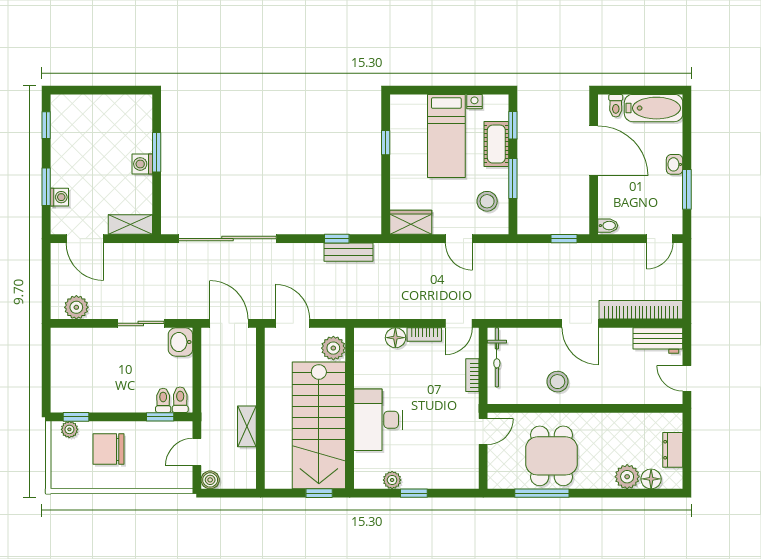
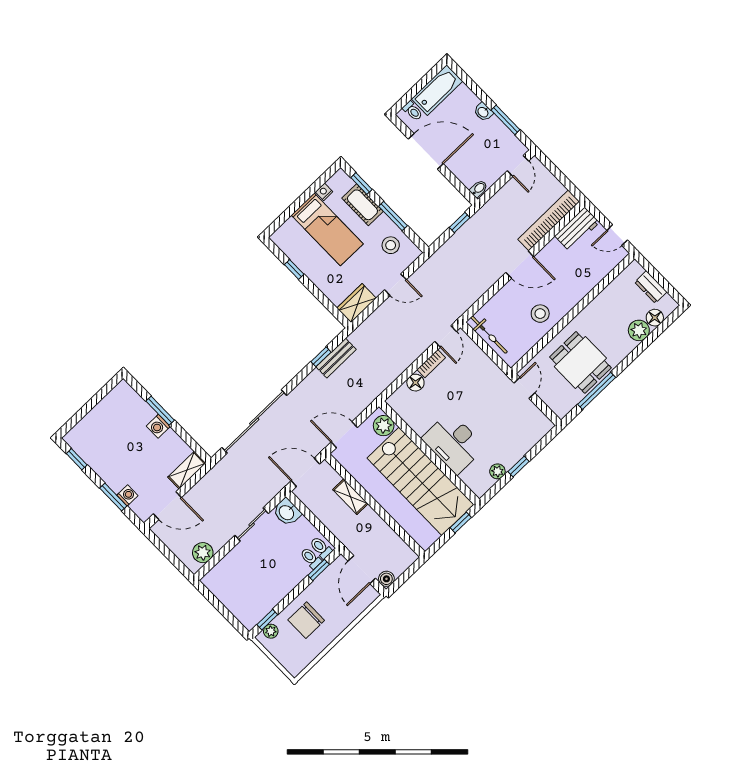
bookcase: (472, 375) -> (485, 360), removed
shelving: (247, 426) -> (350, 497), moved
door: (197, 452) -> (362, 570), width x1.38

